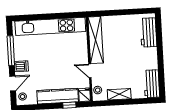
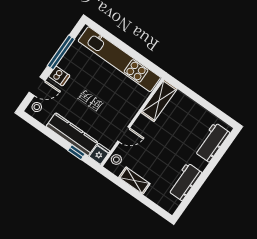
shelving: (96, 40) -> (159, 101), width x0.68
door: (90, 71) -> (124, 134), swing flipped
workbench: (152, 84) -> (185, 182), moved

